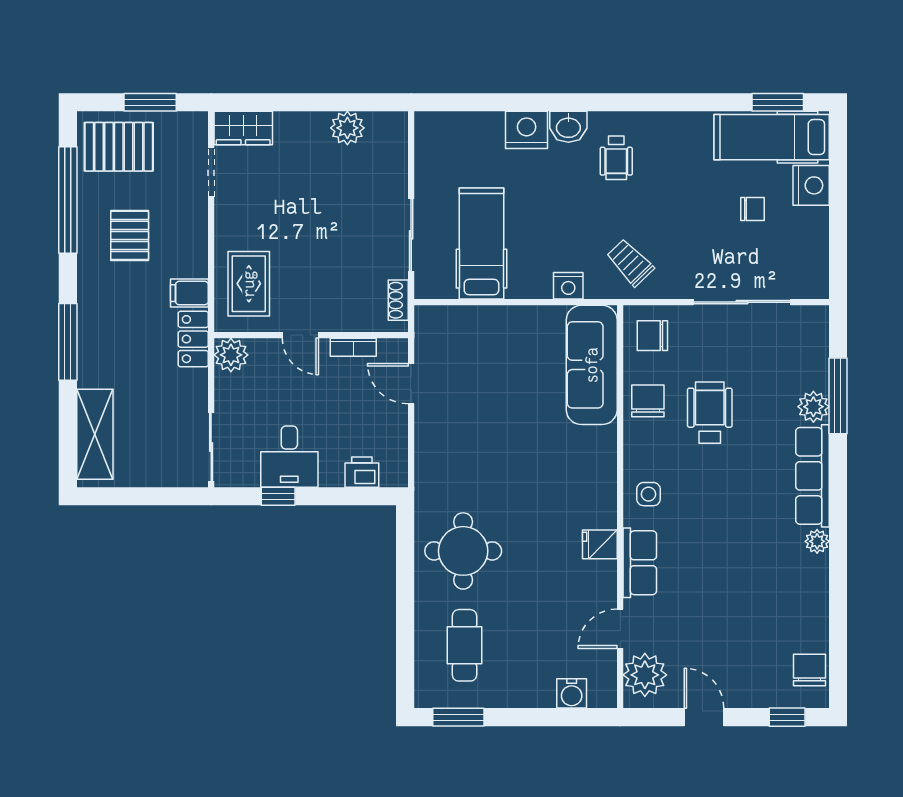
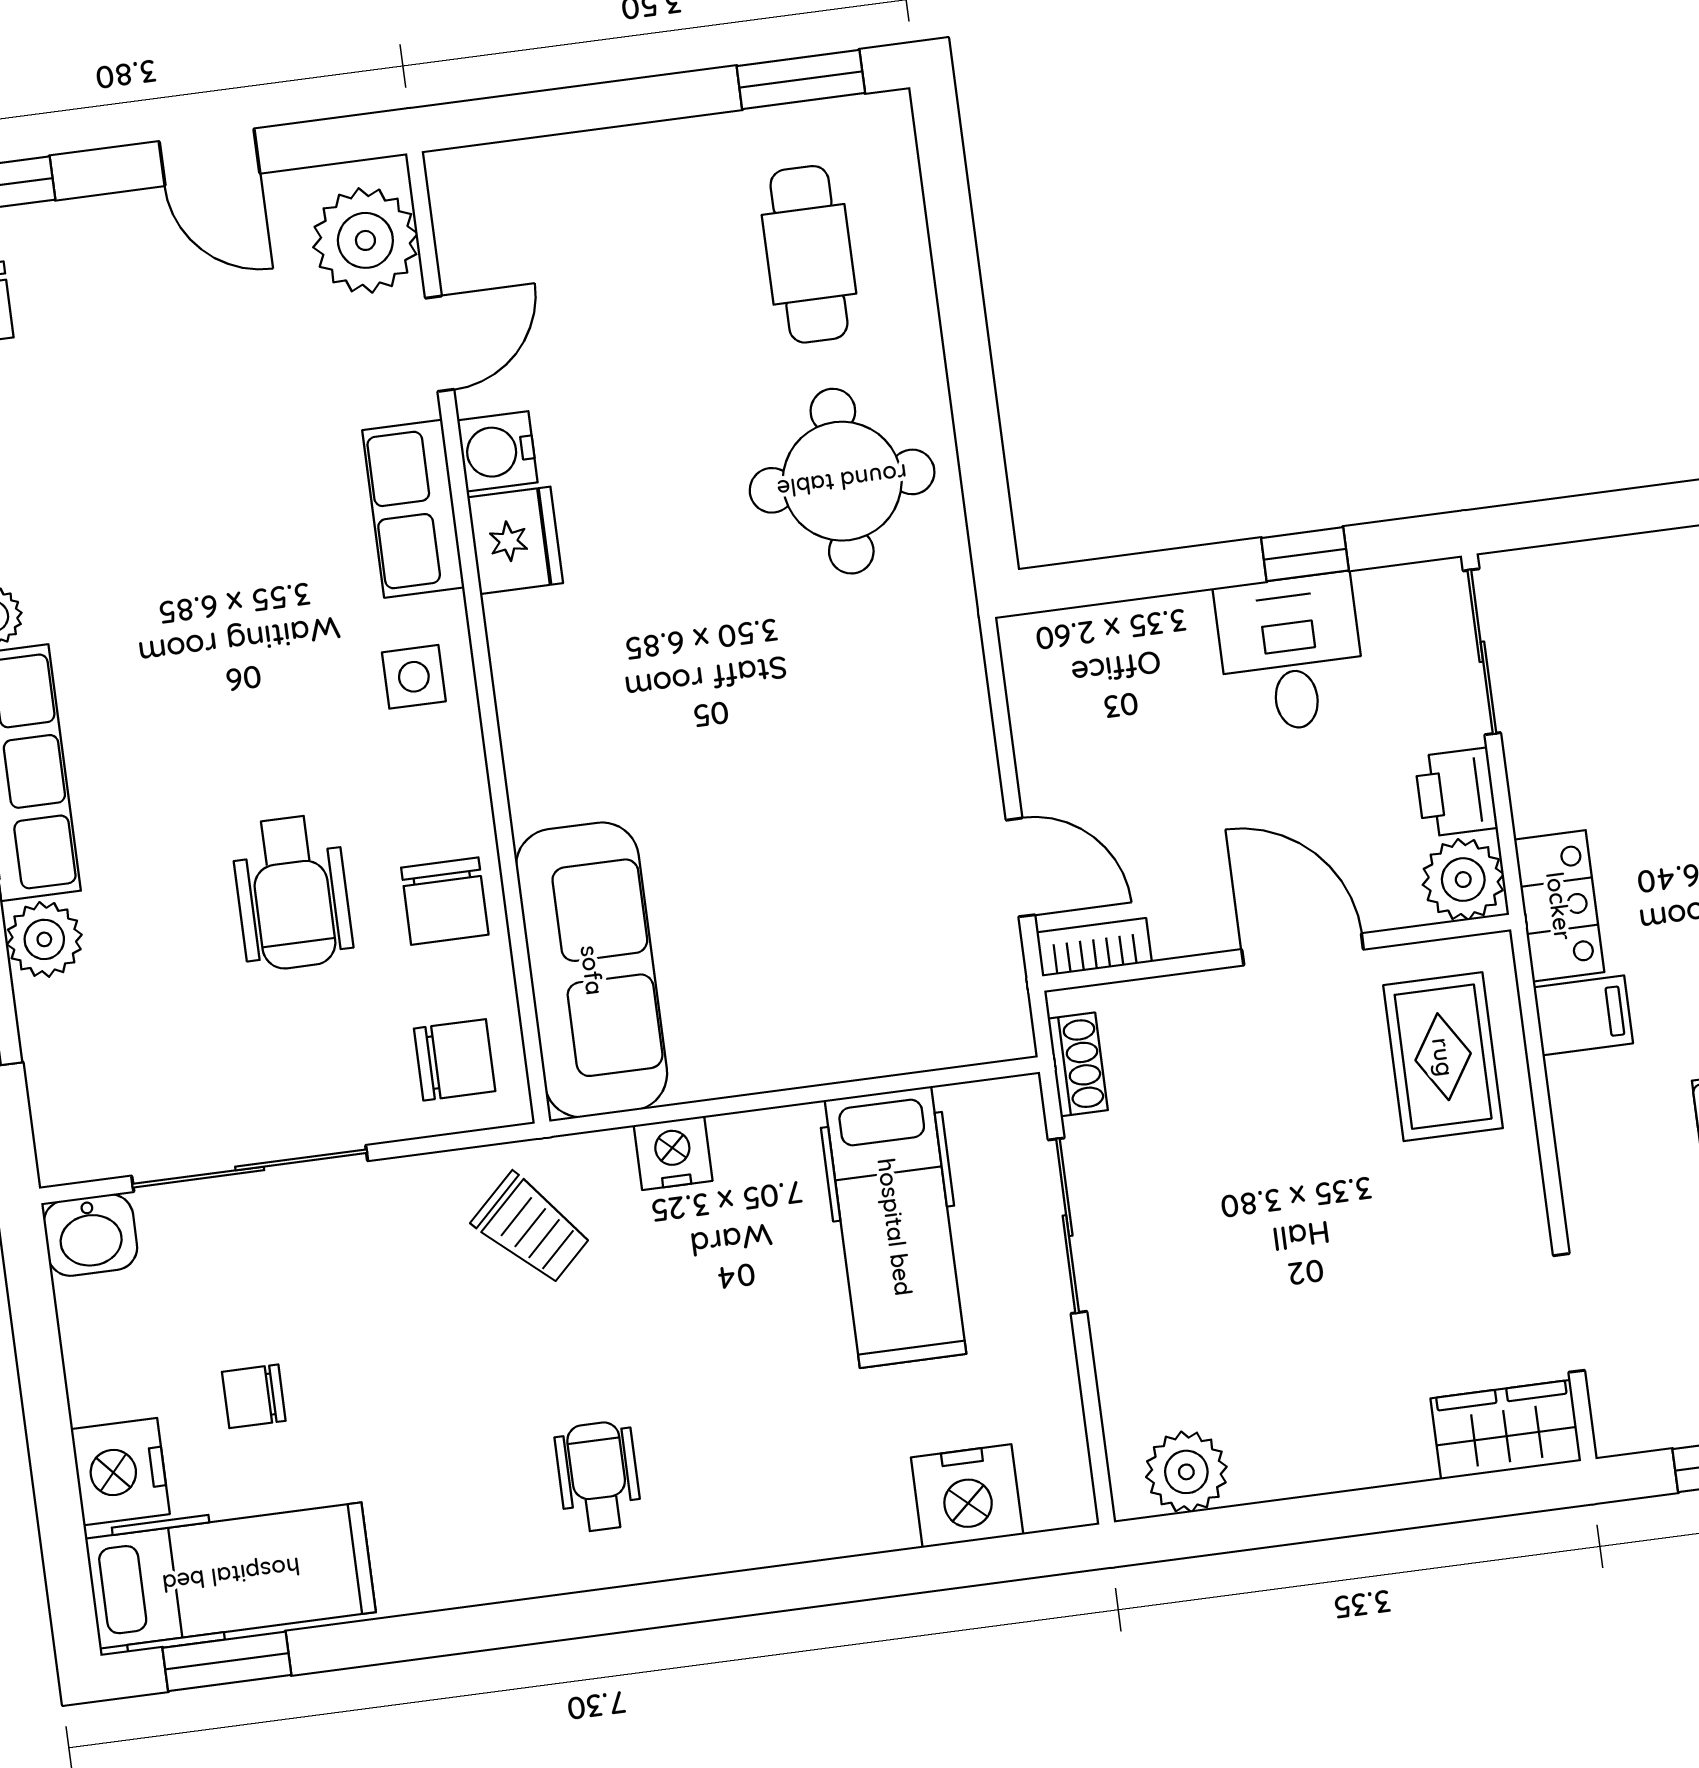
washbasin: (568, 127) -> (90, 1235), moved, turned 180
plant: (347, 128) -> (1186, 1472), moved
nightstand: (527, 130) -> (967, 1496), moved
door: (300, 335) -> (1303, 949), width x1.38
bookcase: (353, 347) -> (1094, 947), moved
printer: (362, 472) -> (1456, 792), moved, turned 90
fridge: (600, 544) -> (515, 540), width x1.38
water cooler: (572, 693) -> (497, 451), moved, turned -90

